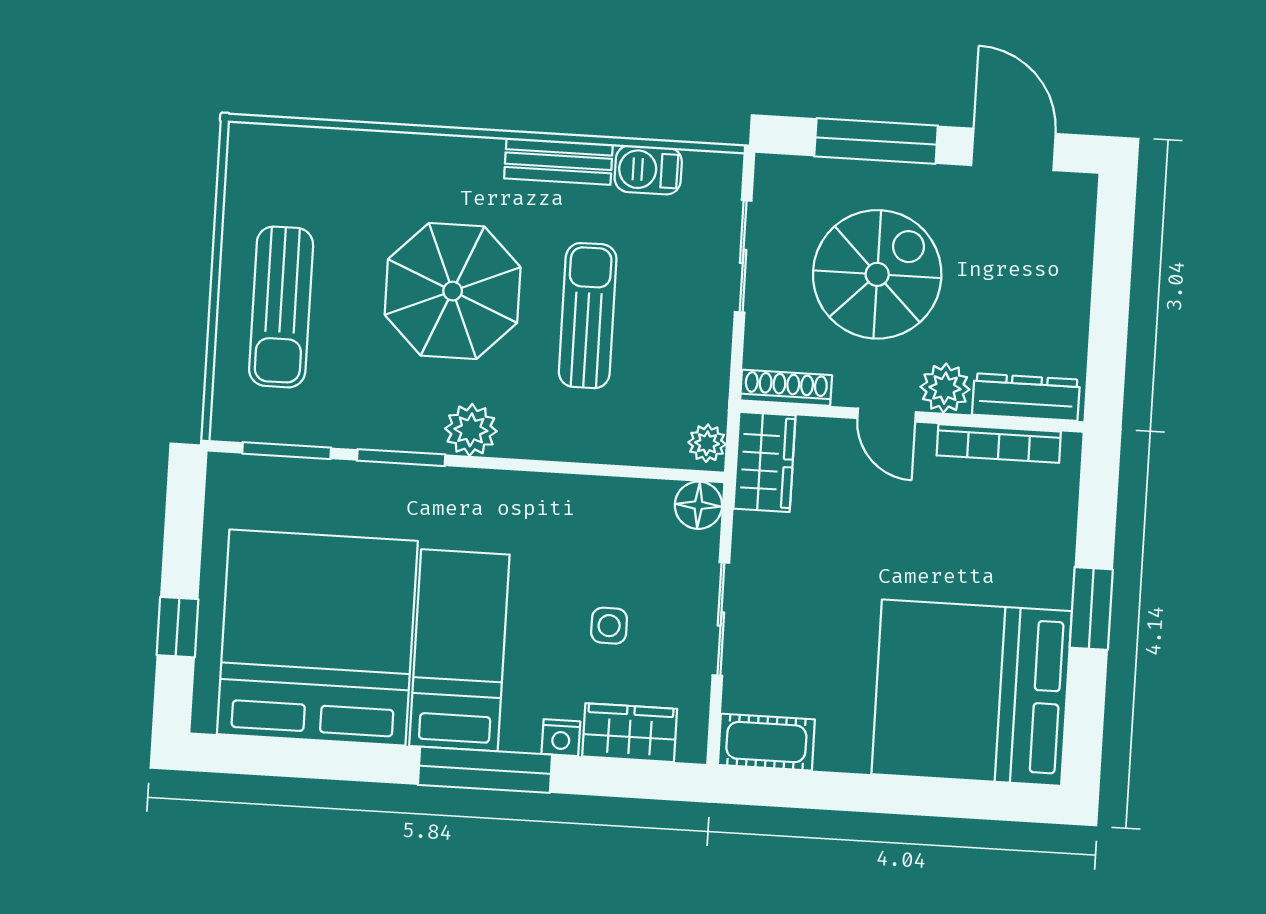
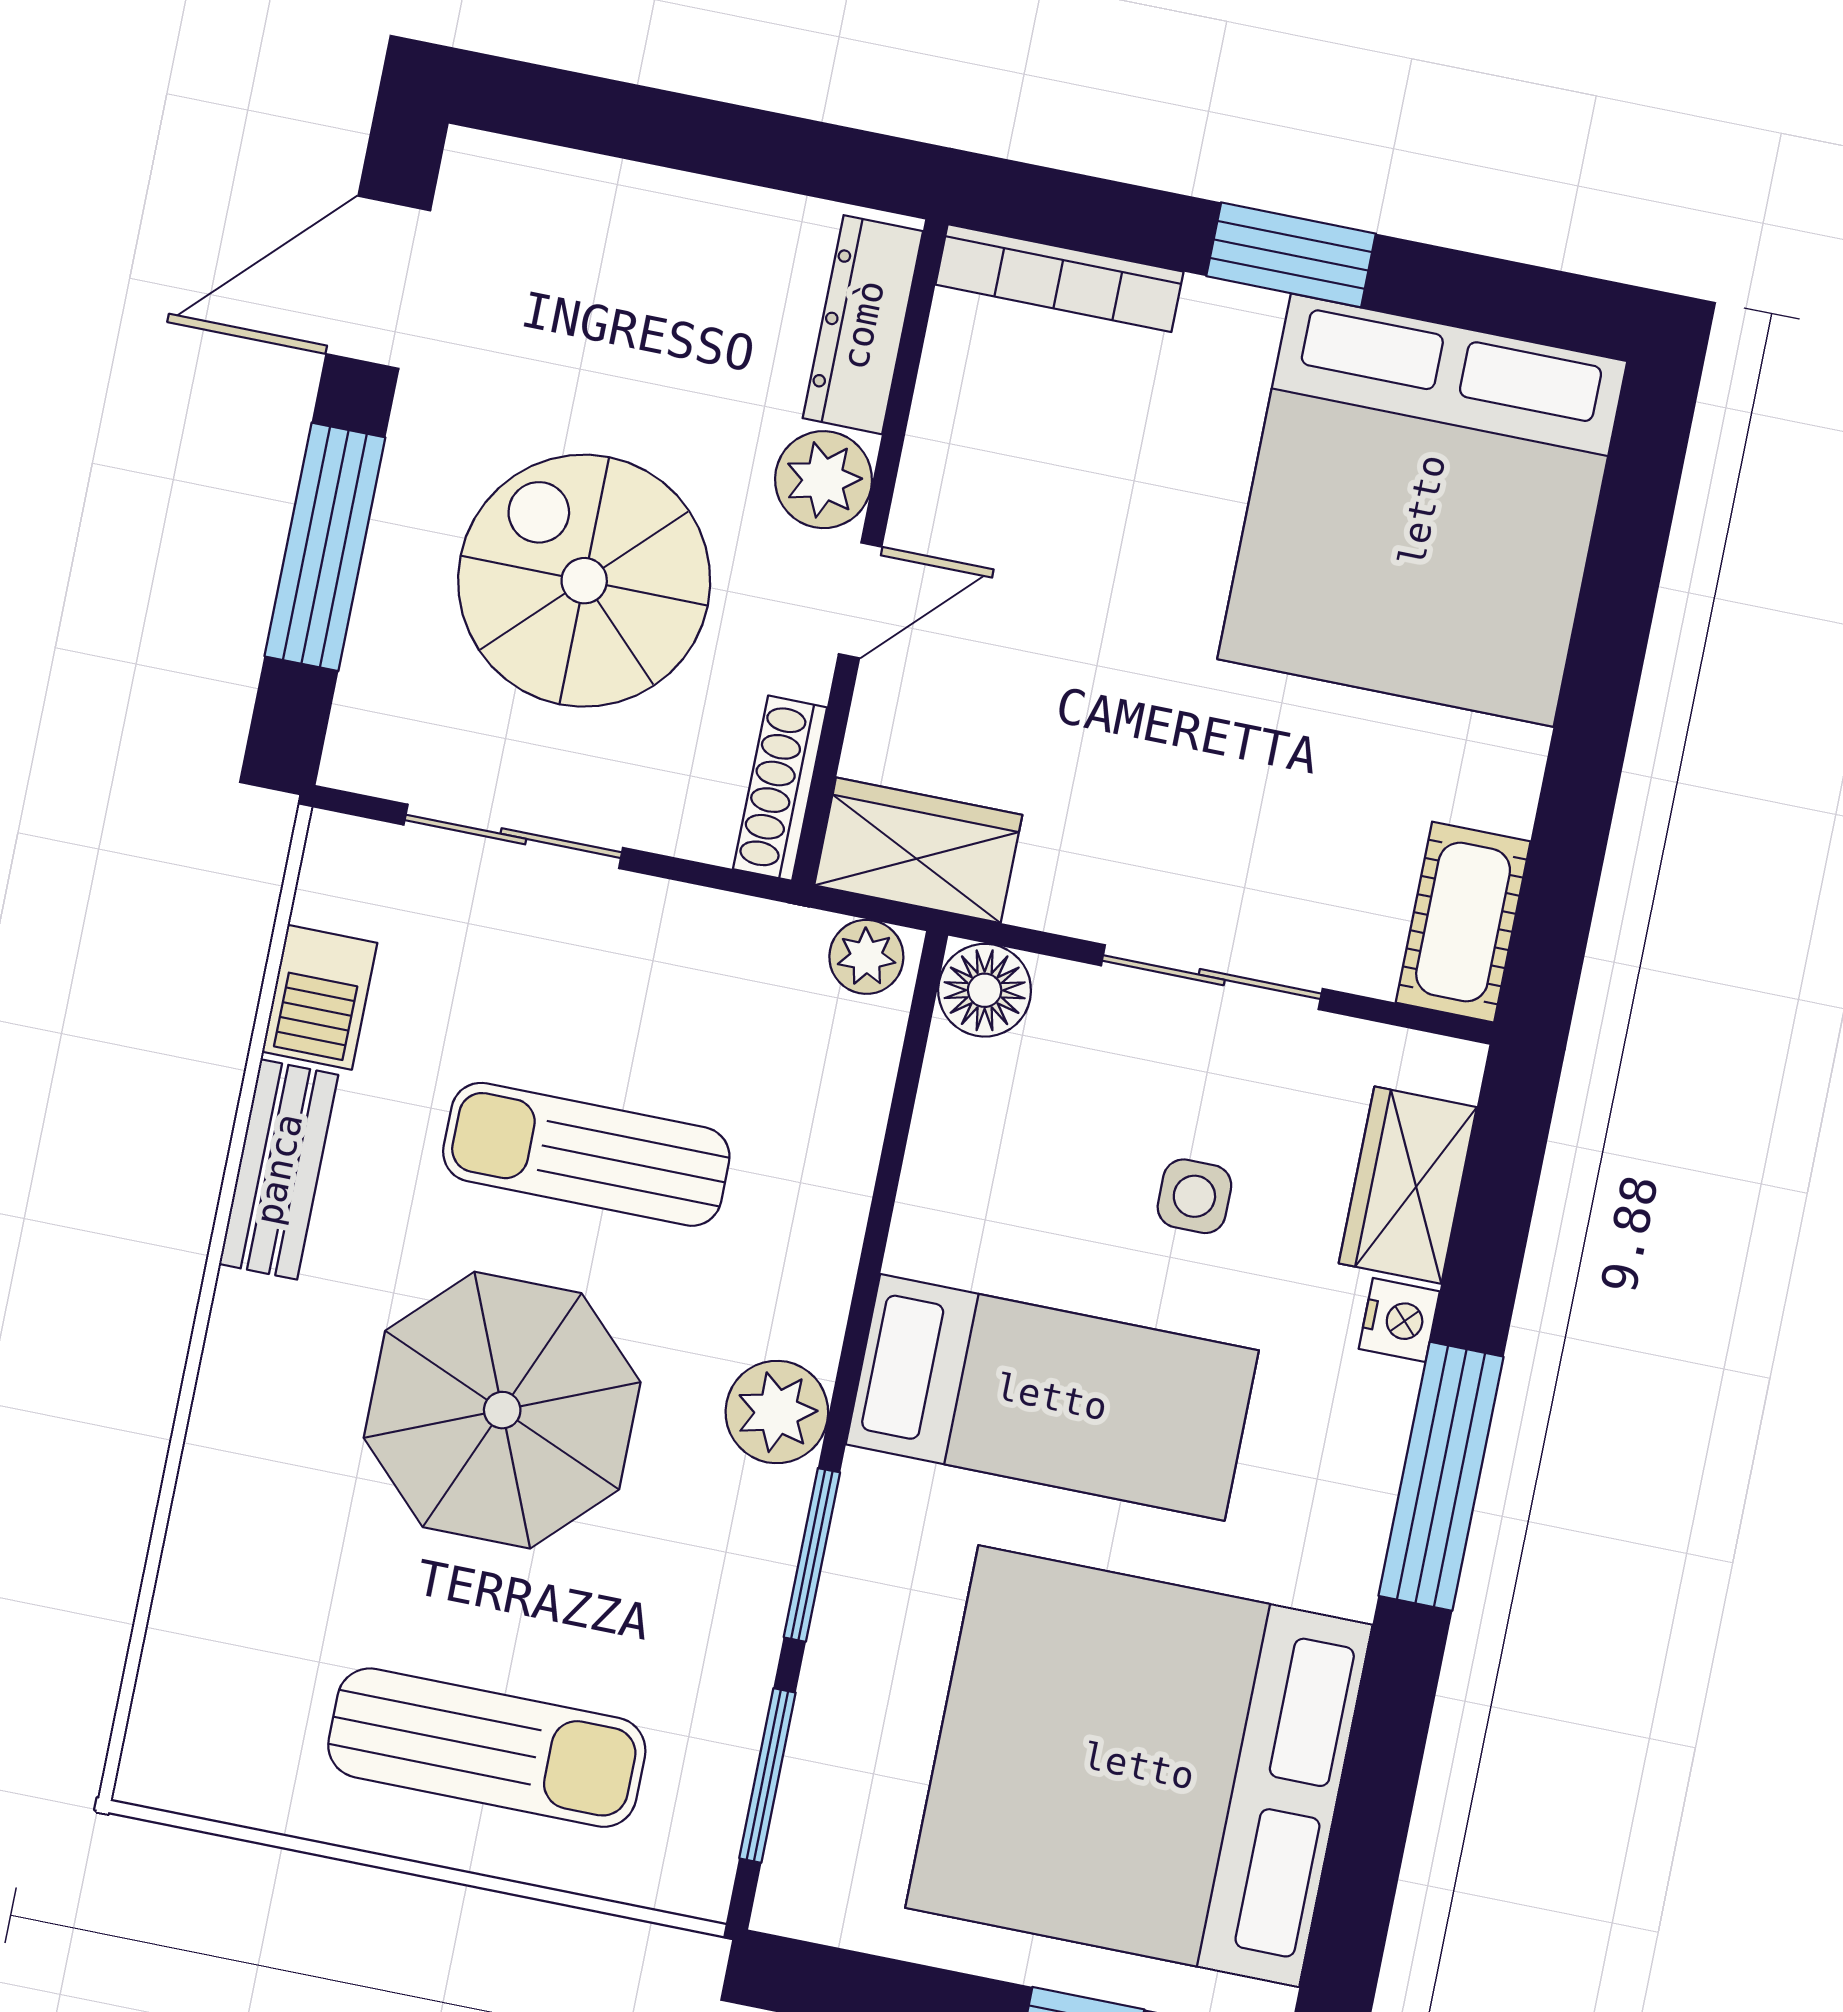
bookcase: (999, 443) -> (1059, 278), moved, turned 90
bed: (459, 650) -> (1052, 1397), moved, turned 180

